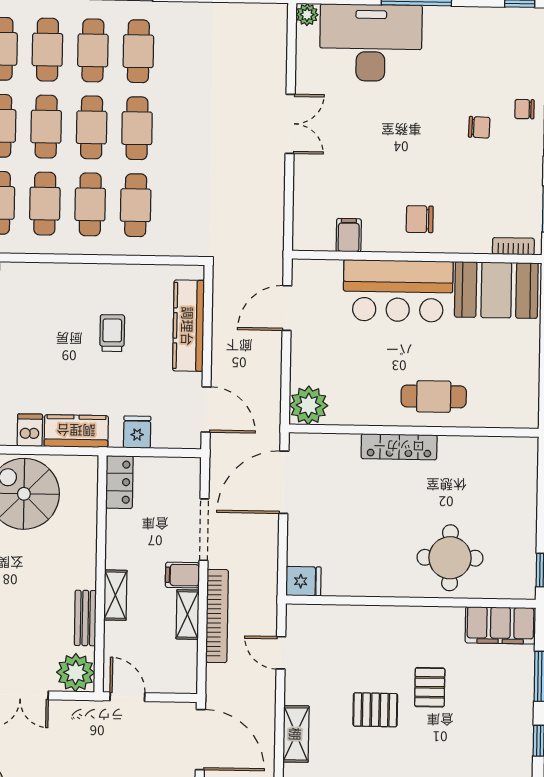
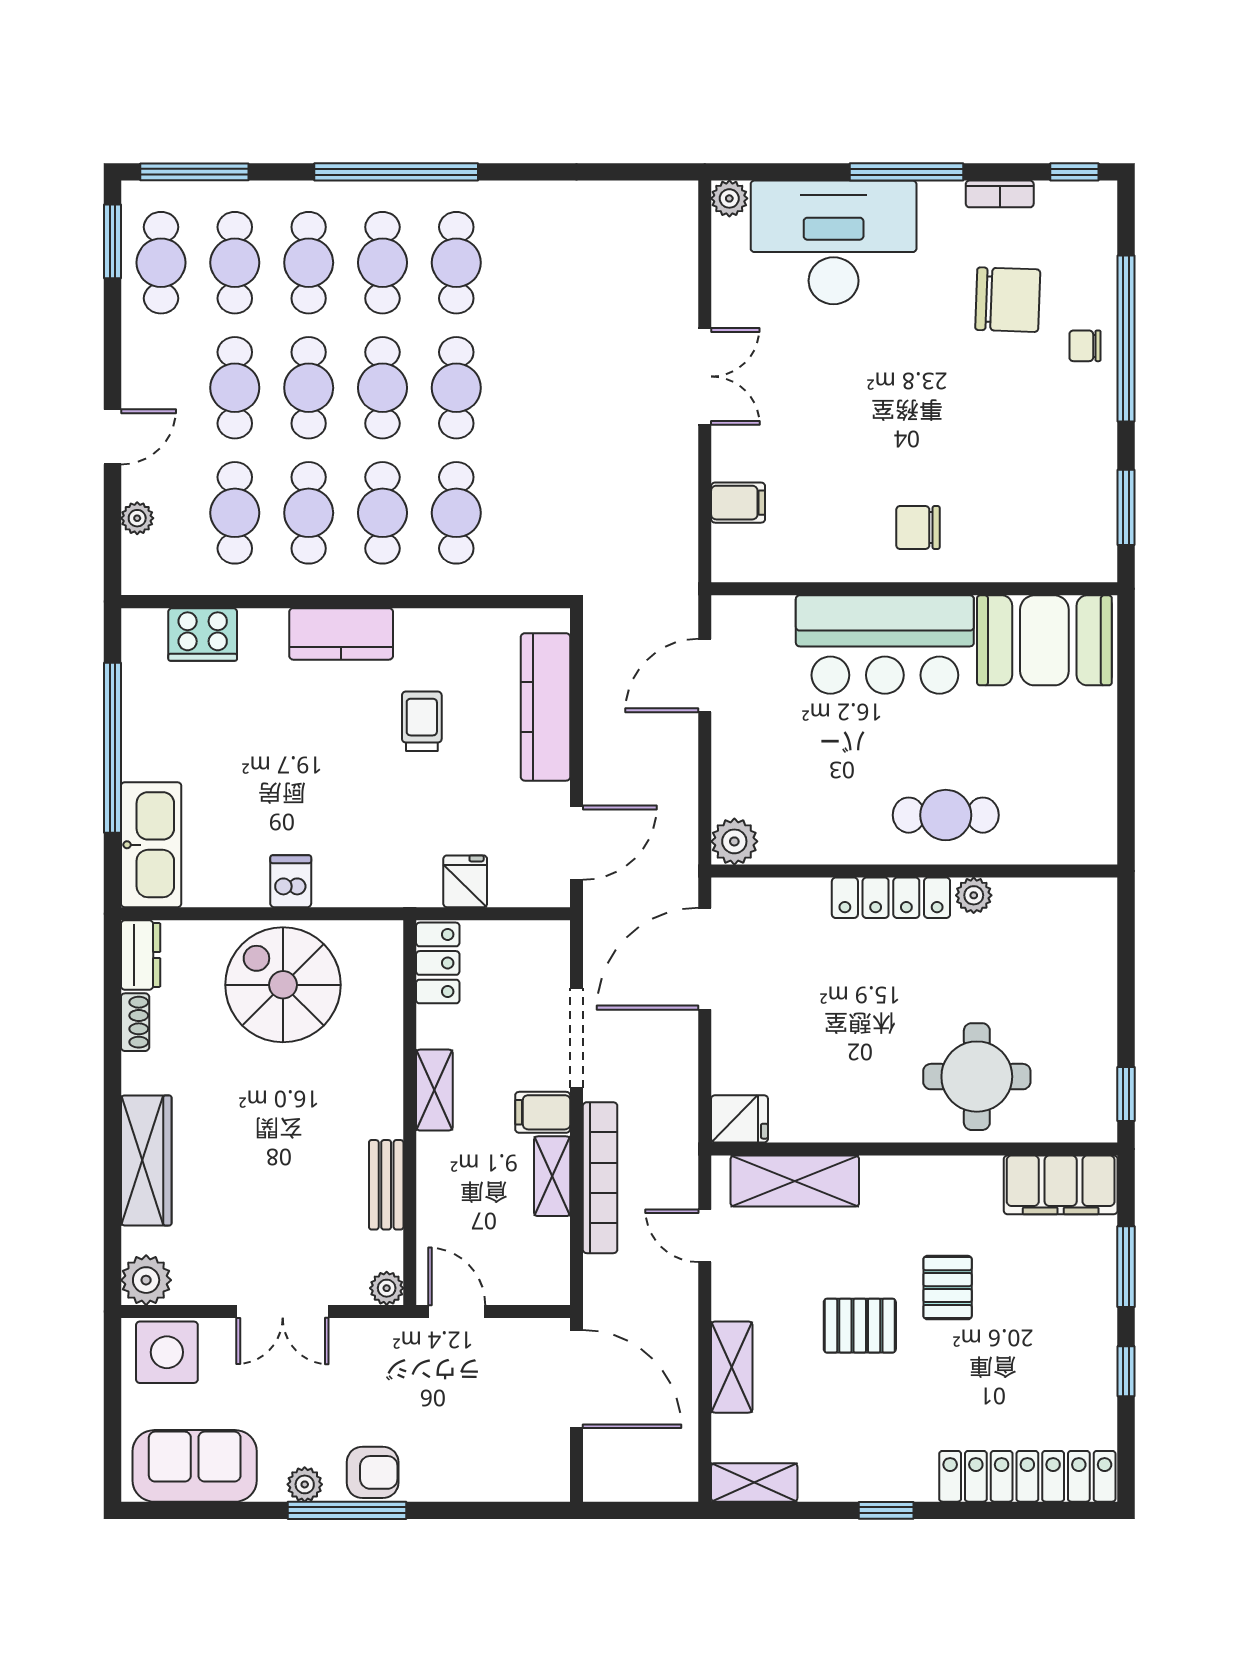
chair: (479, 127) -> (1008, 300), moved, width x1.87, depth x1.87
filing cabinet: (349, 235) -> (738, 503), moved, turned 90
bookcase: (513, 246) -> (1000, 194), moved, turned 180
plant: (309, 405) -> (734, 841), width x0.73, depth x0.73
door: (206, 409) -> (576, 843), hinge flipped
kitchen counter: (76, 431) -> (341, 634), moved, turned 180
plant: (450, 446) -> (974, 895), added
shelving: (115, 595) -> (434, 1090), moved
shelving: (337, 620) -> (795, 1181), added
plant: (76, 673) -> (387, 1288), width x0.53, depth x0.53

